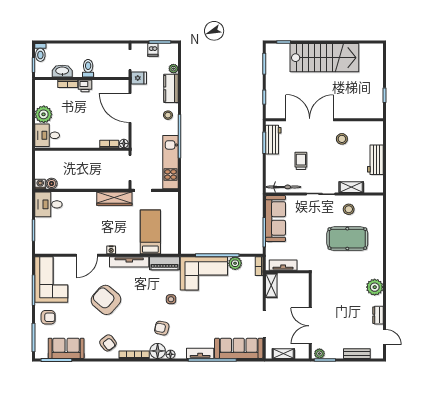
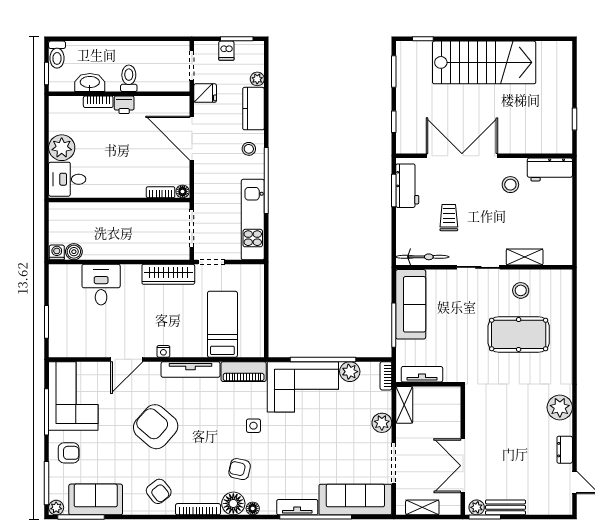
workbench: (375, 160) -> (550, 169), moved, turned -90
desk: (48, 204) -> (101, 285), moved, turned 90
plant: (256, 297) -> (382, 423), added
plant: (40, 354) -> (56, 508), added
bench: (357, 354) -> (506, 507), moved

